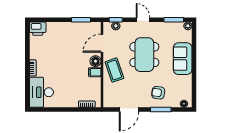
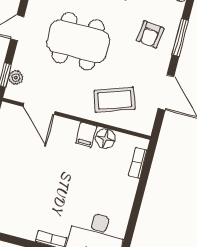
floor lamp: (95, 61) -> (105, 138), moved
coffee table: (114, 70) -> (115, 100), moved

